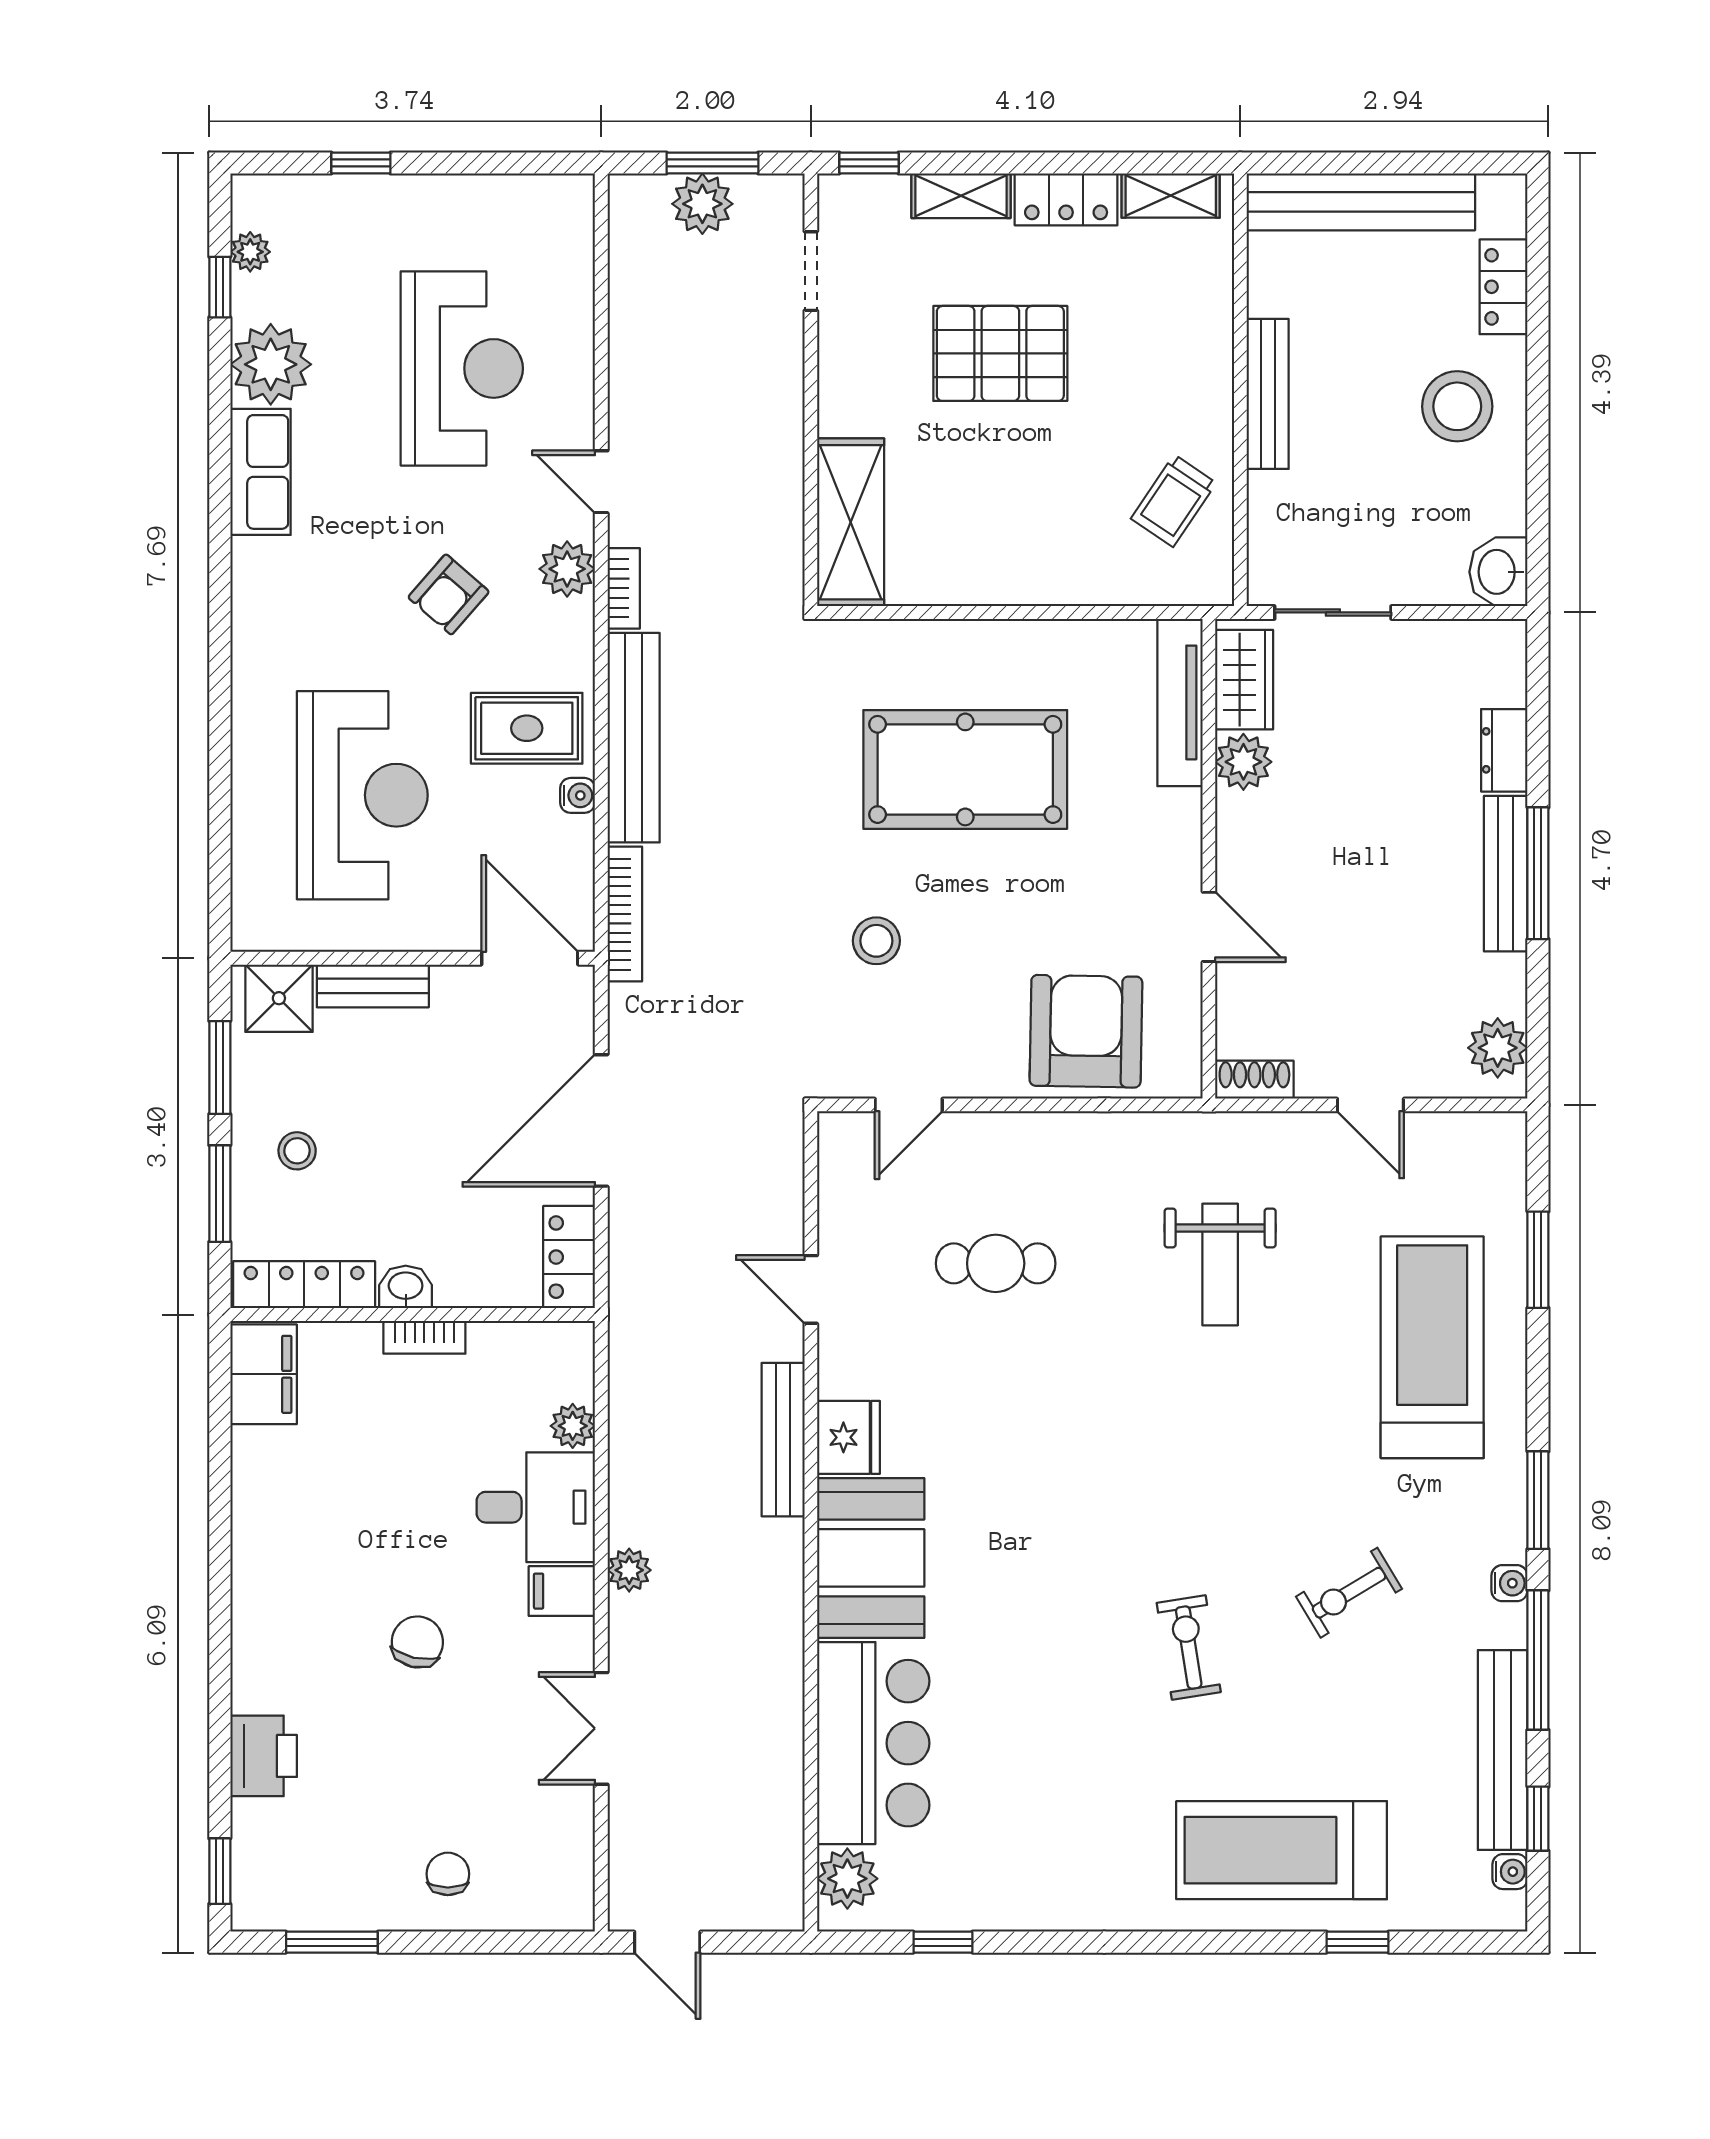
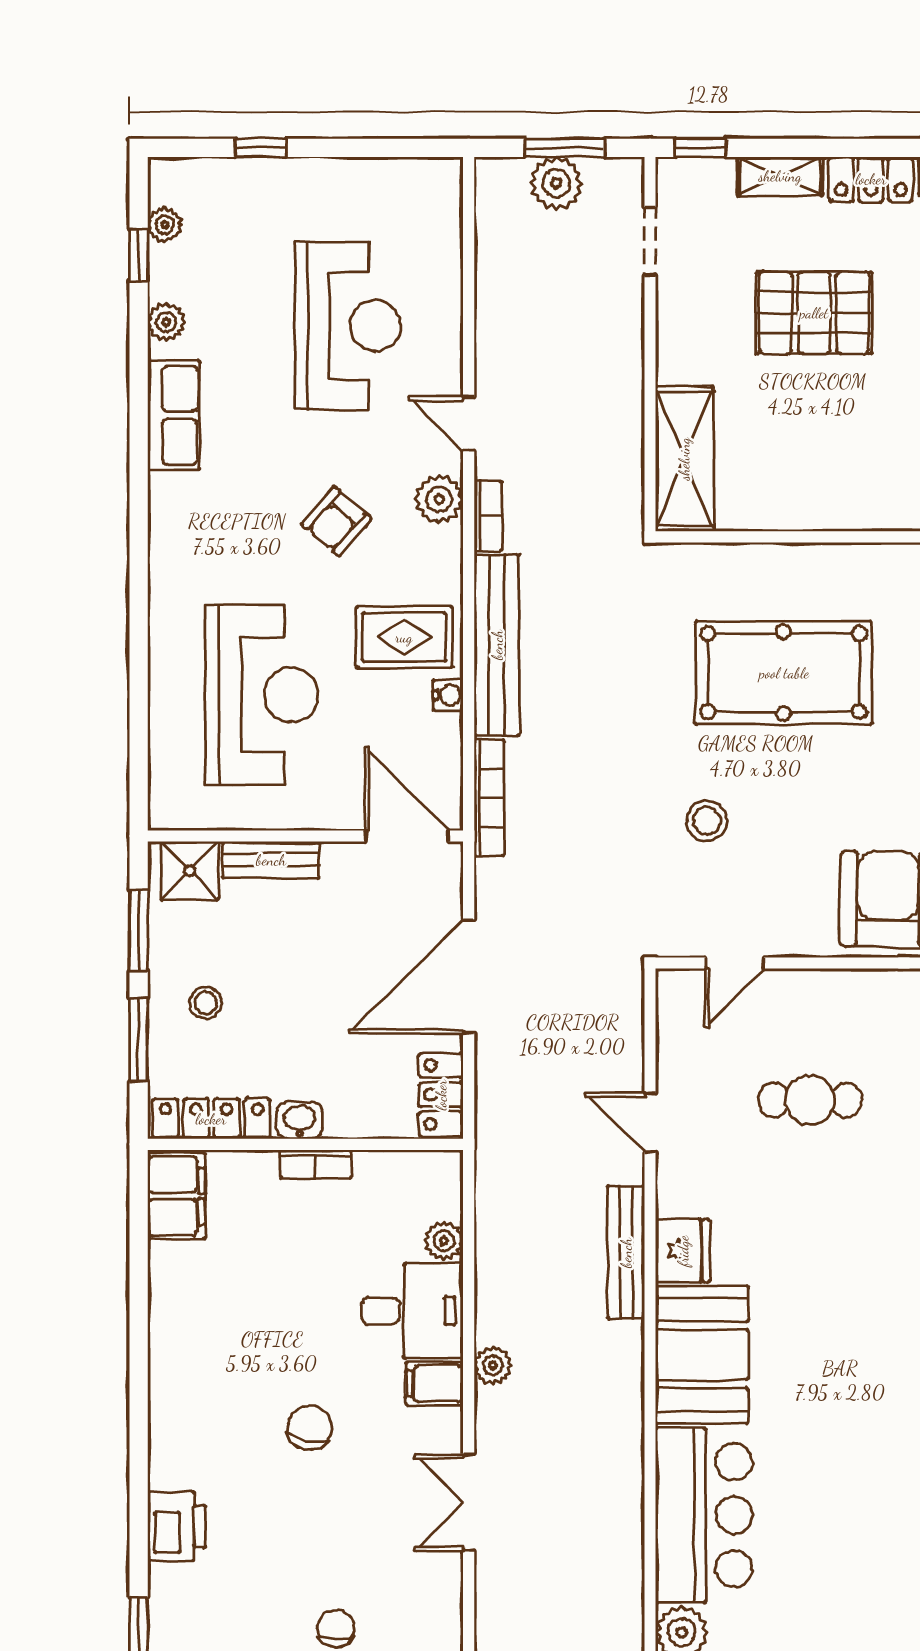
plant: (271, 364) -> (166, 322), width x0.53, depth x0.53

